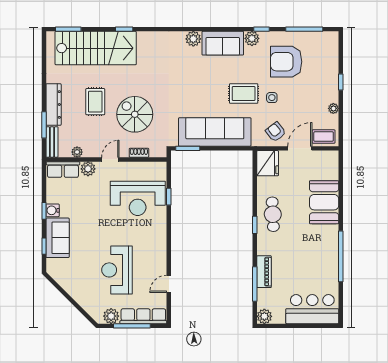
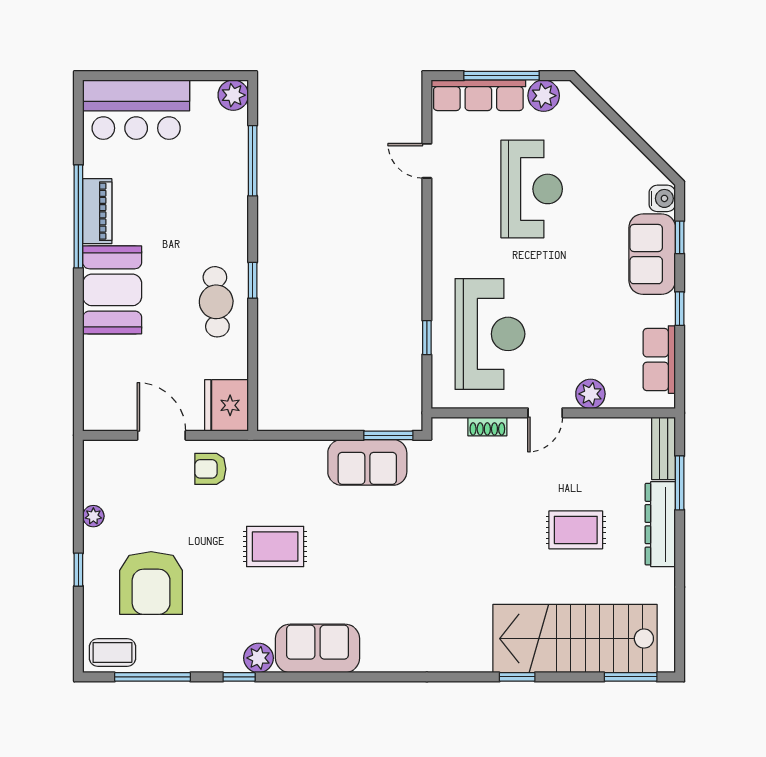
plant: (193, 39) -> (377, 657), removed
armchair: (286, 62) -> (151, 583), moved, turned 90
side table: (272, 98) -> (218, 538), removed
rug: (95, 102) -> (576, 530), turned 90
spiral stairs: (135, 114) -> (496, 504), removed
sofa: (215, 132) -> (367, 462), width x0.54, depth x0.79
armchair: (276, 132) -> (210, 469), turned 128
coffee table: (324, 137) -> (113, 652), moved
door: (300, 148) -> (161, 435), swing flipped
plant: (77, 152) -> (613, 428), removed
row of seats: (63, 170) -> (659, 360), moved, turned -90
reception desk: (138, 198) -> (490, 334), turned 90
booth: (324, 202) -> (112, 290), moved
water cooler: (53, 210) -> (662, 198), moved
piano: (264, 272) -> (97, 211), moved, turned 180
door: (169, 284) -> (427, 161), swing flipped

